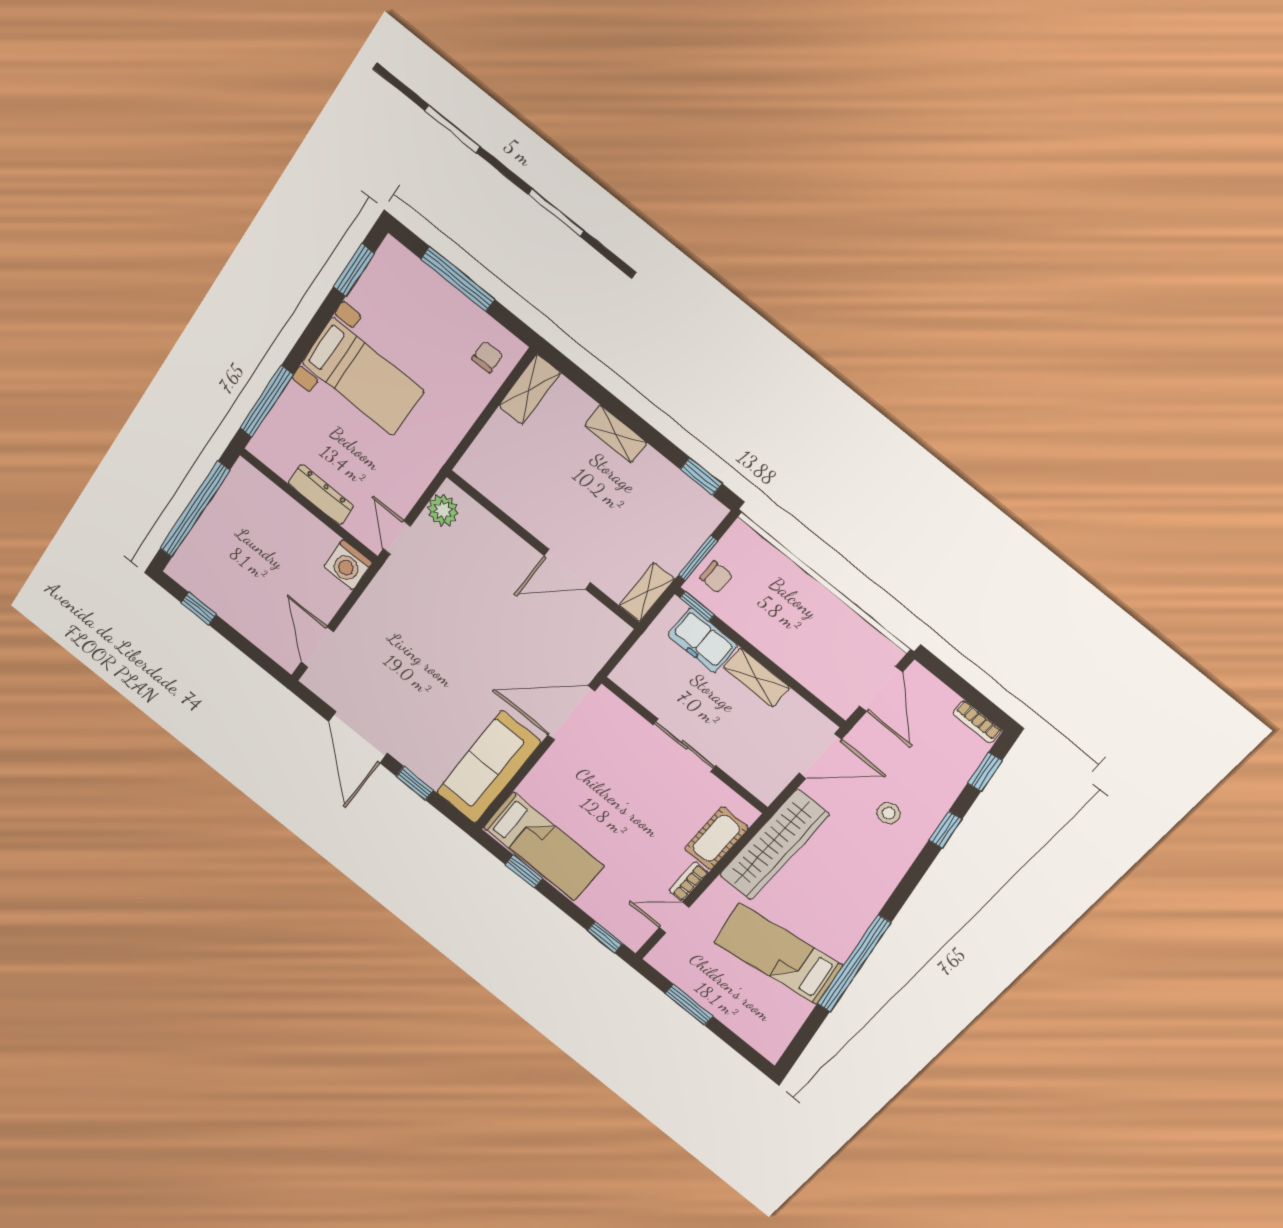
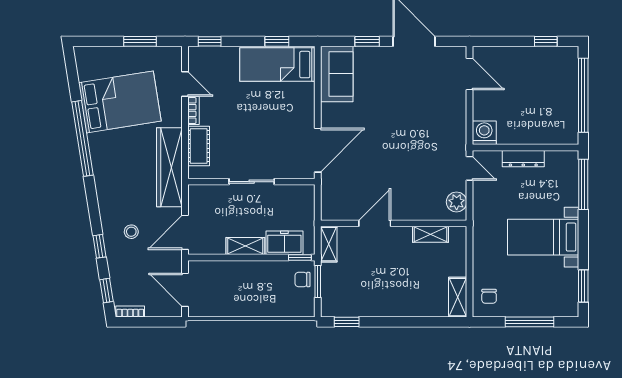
shelving: (616, 434) -> (430, 234), moved
sofa: (488, 767) -> (337, 74), width x0.73
door: (674, 917) -> (185, 84), hinge flipped
bed: (778, 954) -> (120, 102), width x1.50

